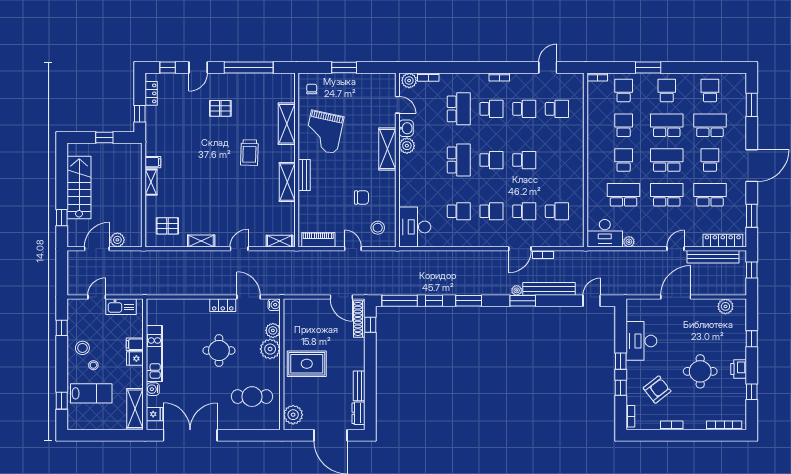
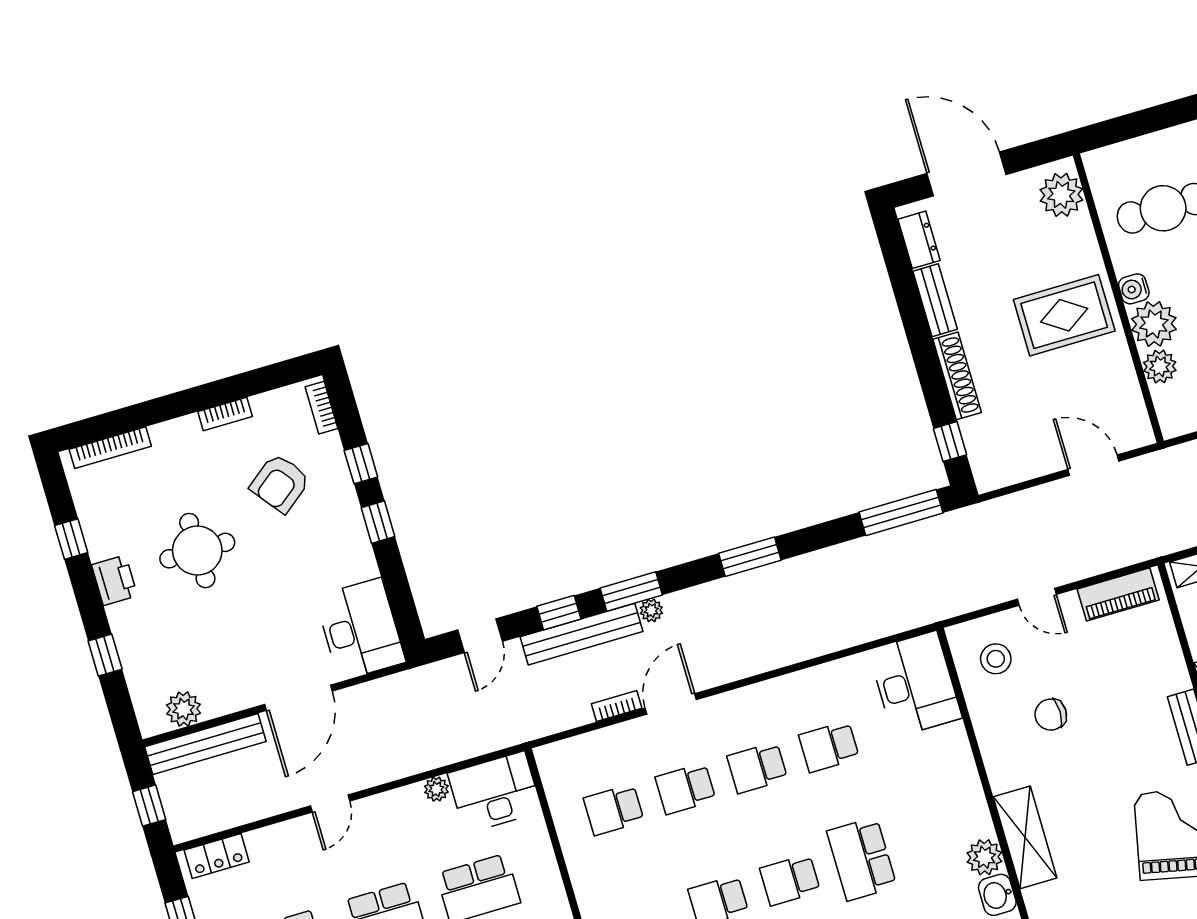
locker: (723, 241) -> (217, 856), width x0.66
bench: (713, 257) -> (205, 744), moved
door: (341, 297) -> (1093, 465), moved
window: (434, 301) -> (559, 613), moved
water cooler: (274, 305) -> (1134, 289), moved
shoe rack: (359, 319) -> (957, 376), moved
desk: (641, 341) -> (360, 629), moved

